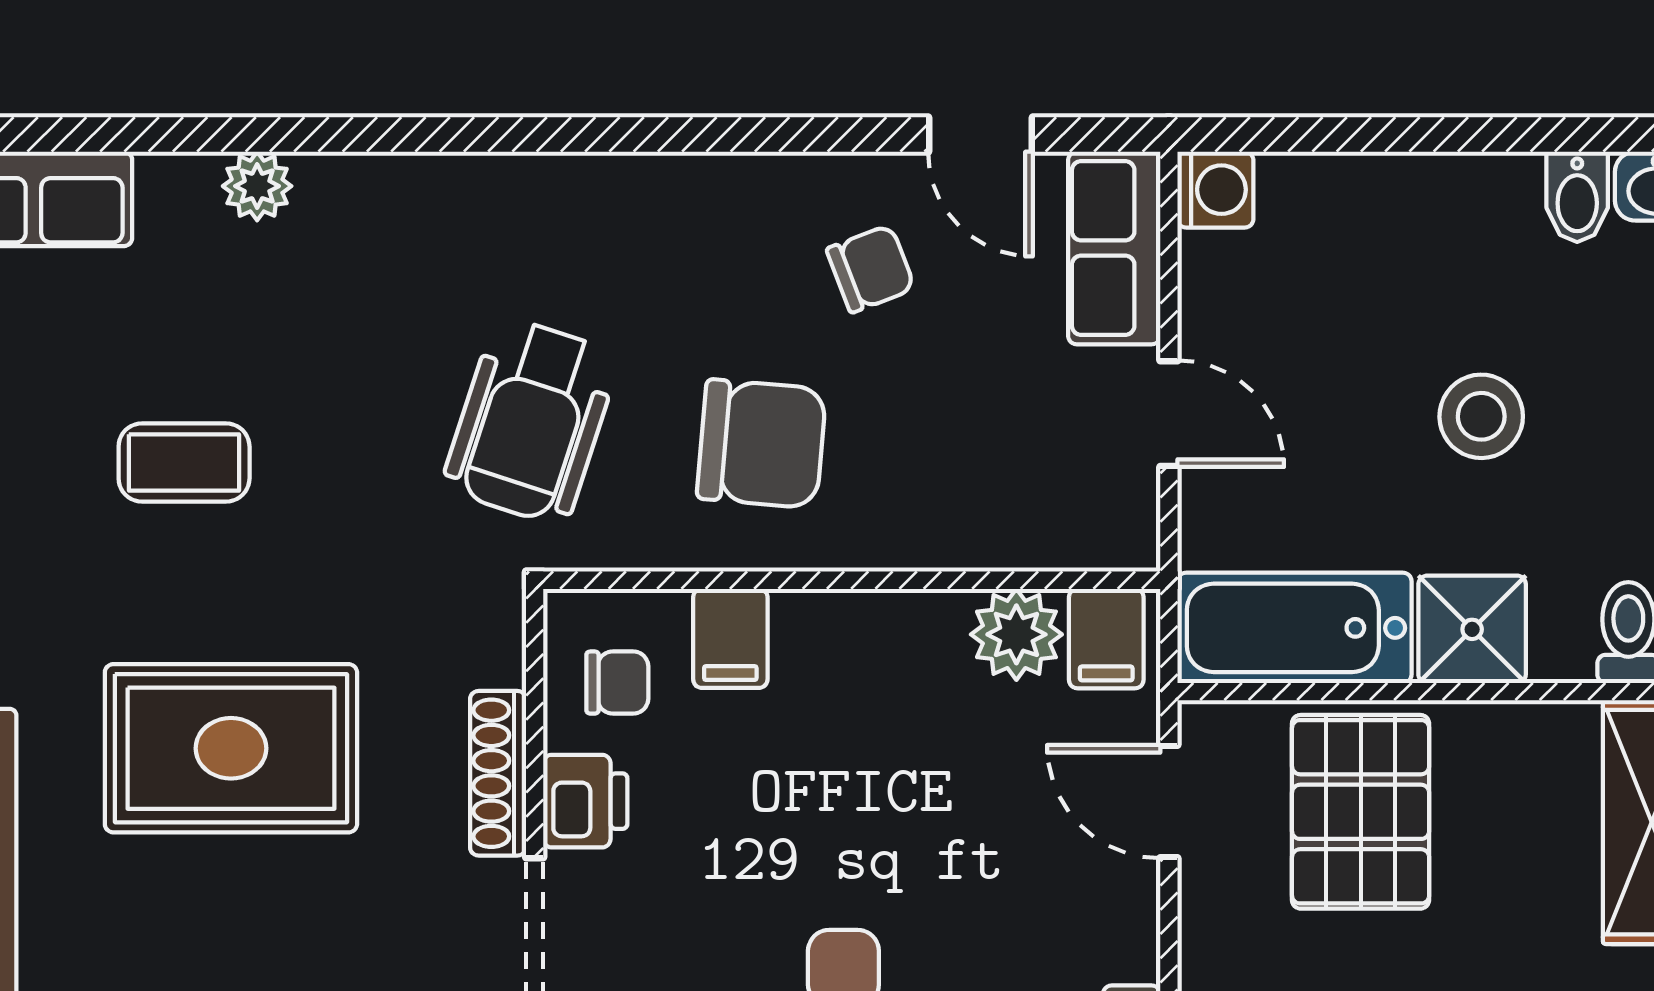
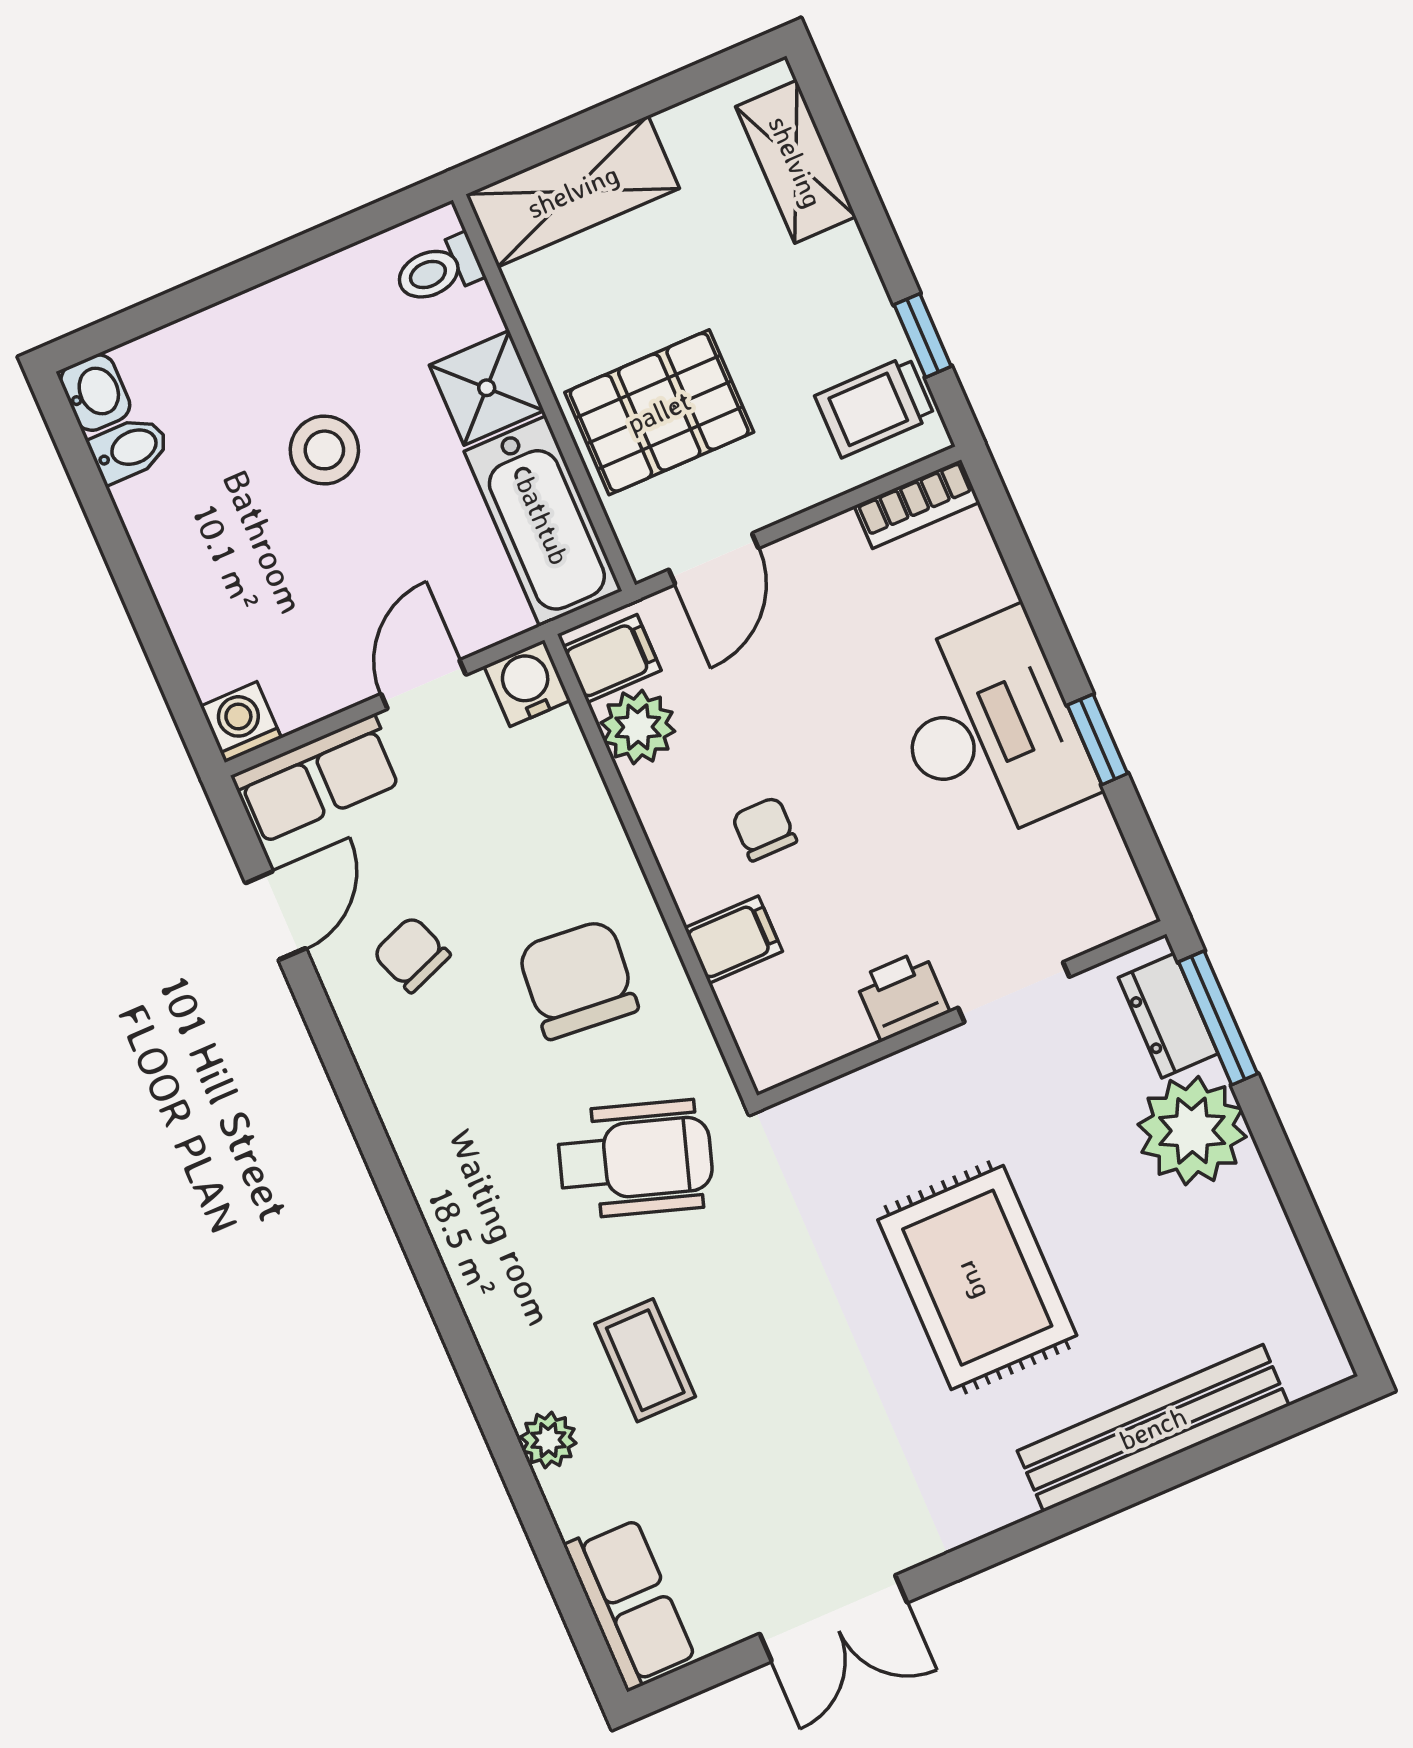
coffee table: (184, 462) -> (645, 1360), moved
water cooler: (1120, 531) -> (527, 683), added
chair: (617, 683) -> (764, 829), moved
shoe rack: (498, 773) -> (910, 1070), removed

